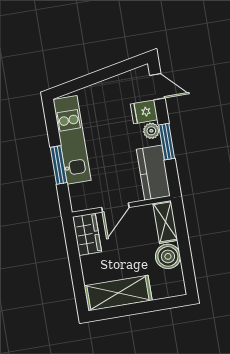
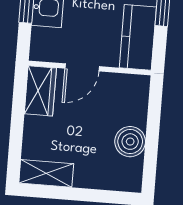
shelving: (165, 222) -> (137, 100), removed
shelving: (118, 293) -> (46, 173), width x0.67, depth x0.75

